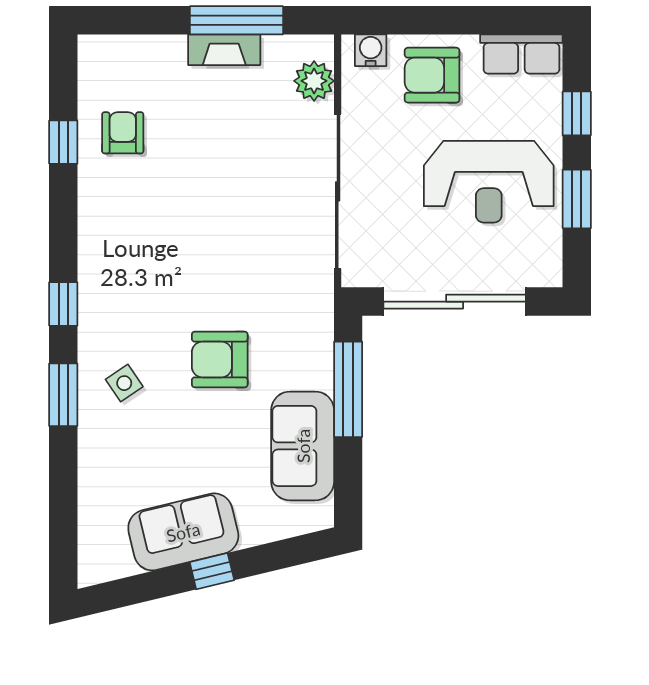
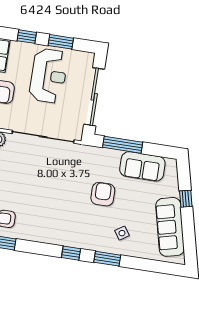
armchair: (220, 359) -> (103, 194), turned 180
side table: (124, 383) -> (122, 233), moved
sofa: (183, 532) -> (170, 227), width x1.36
window: (212, 571) -> (186, 199), moved

